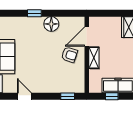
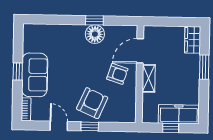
window: (34, 13) -> (94, 20), moved
armchair: (50, 78) -> (92, 103), added
window: (68, 96) -> (90, 126), moved

